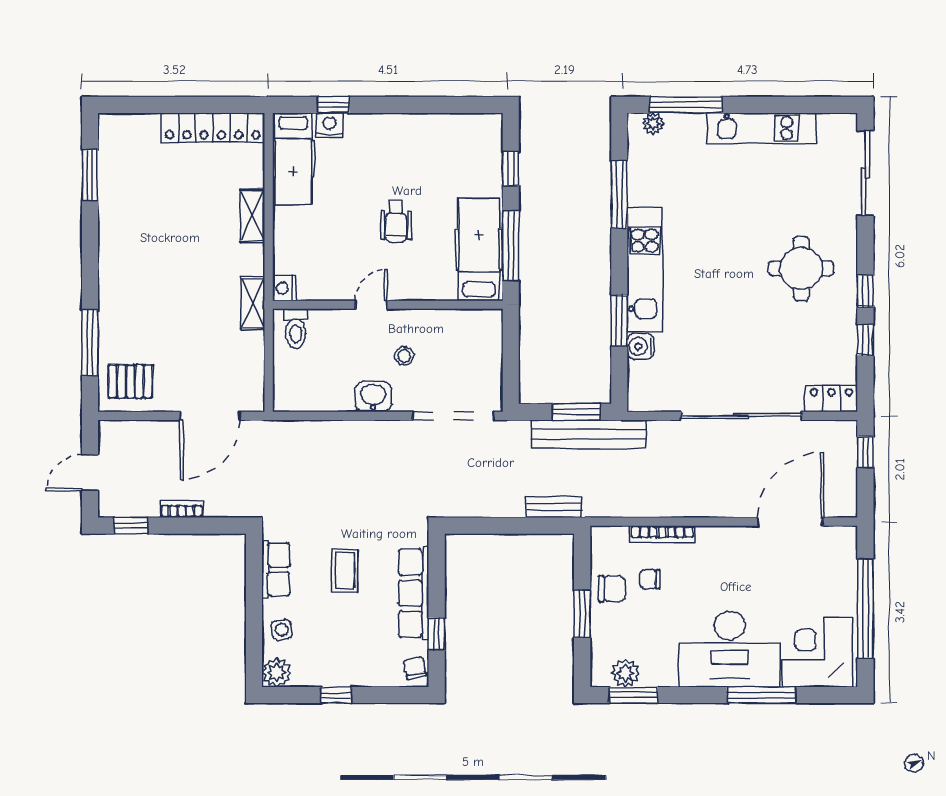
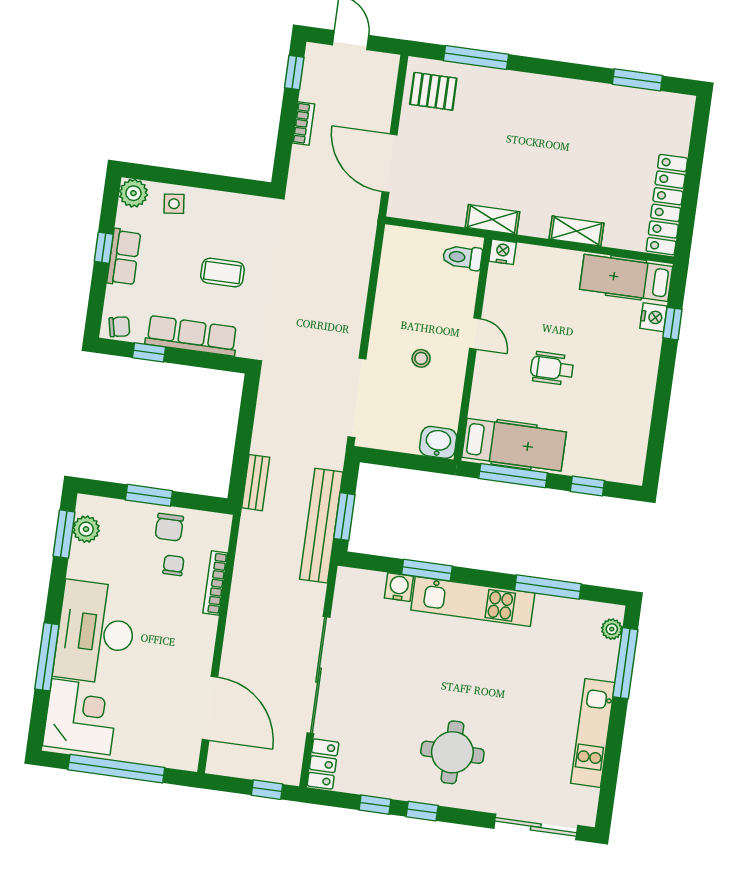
pallet: (130, 381) -> (433, 91), turned 90
washbasin: (373, 397) -> (438, 442), moved, turned -90
row of seats: (276, 570) -> (124, 257), moved, turned -90

